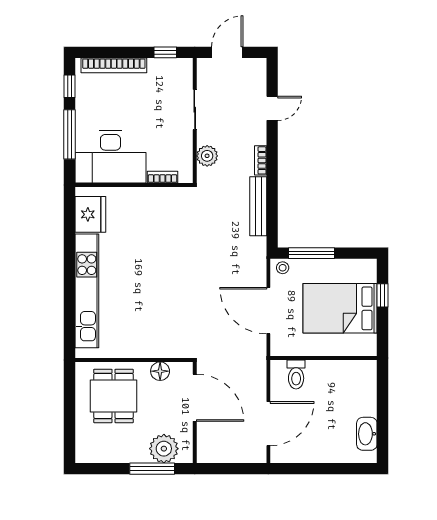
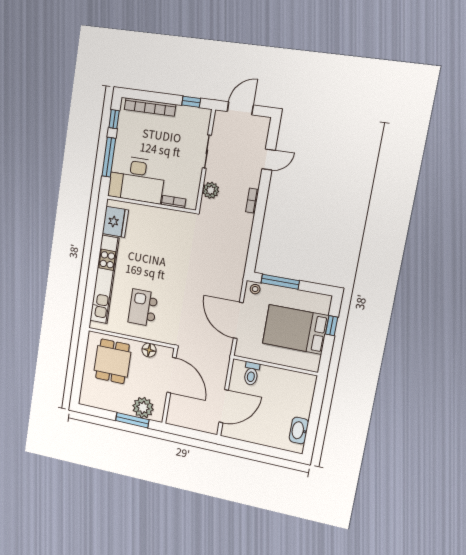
bench: (258, 206) -> (244, 237), removed
kitchen island: (144, 318) -> (143, 308), added

